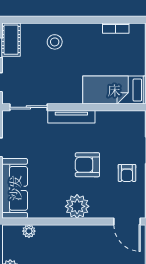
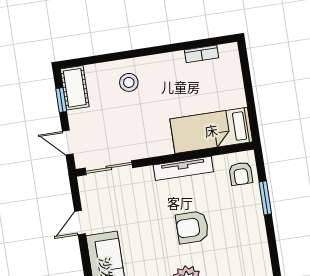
tv unit: (71, 117) -> (183, 168), moved
armchair: (127, 173) -> (241, 174), moved

